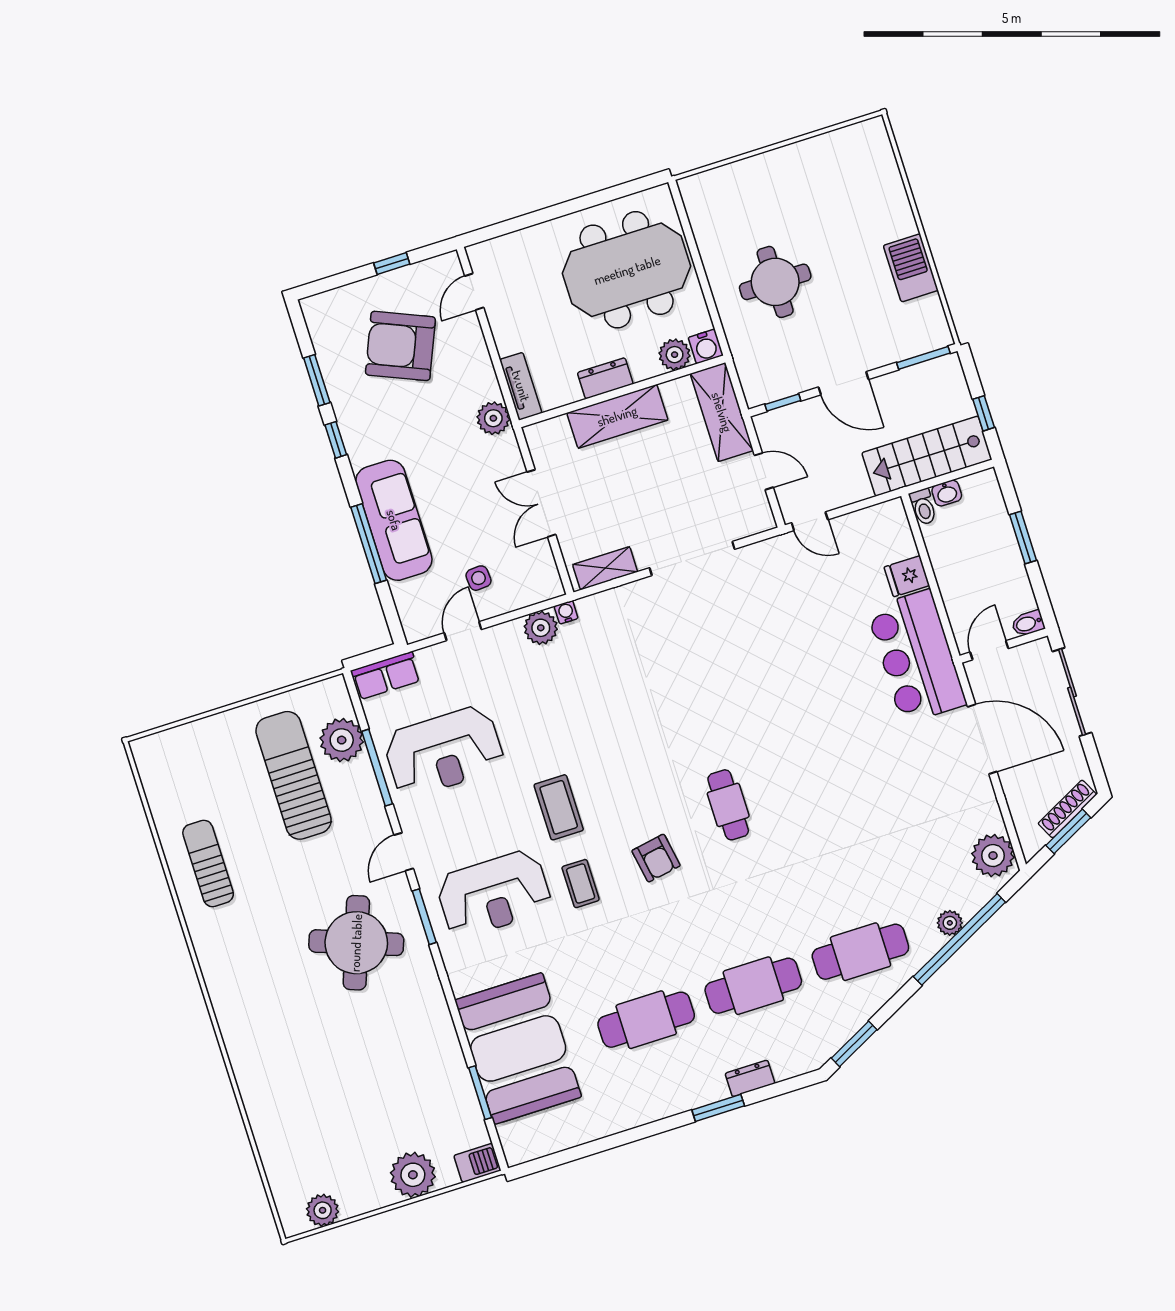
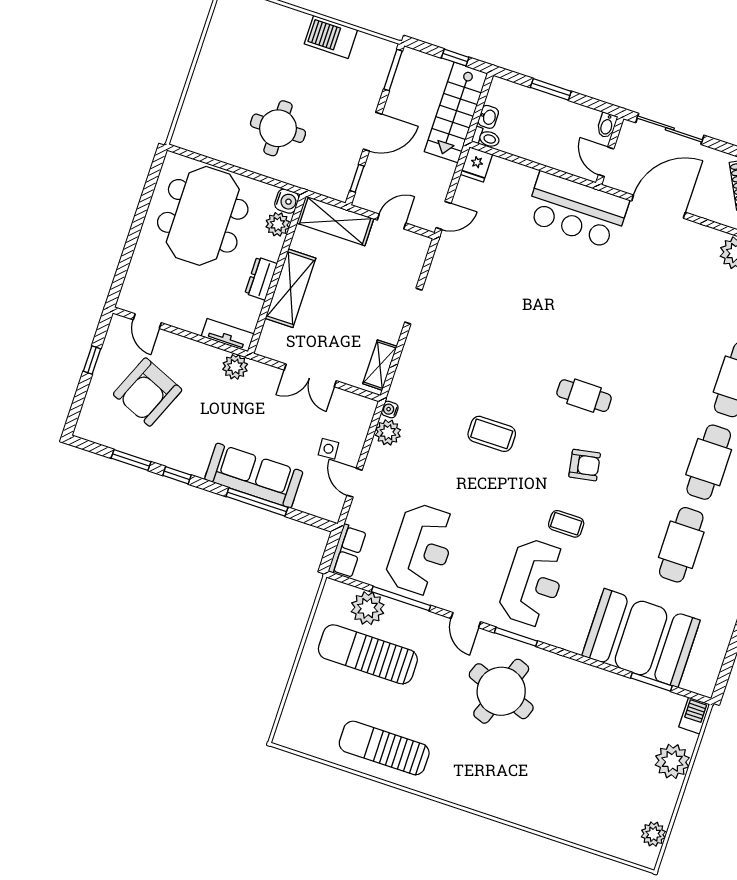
doorway: (692, 558) -> (413, 306), width x0.53
fridge: (907, 576) -> (476, 164), moved
coffee table: (559, 807) -> (492, 434), moved
sun lounger: (208, 863) -> (384, 748), width x1.36, depth x1.34

